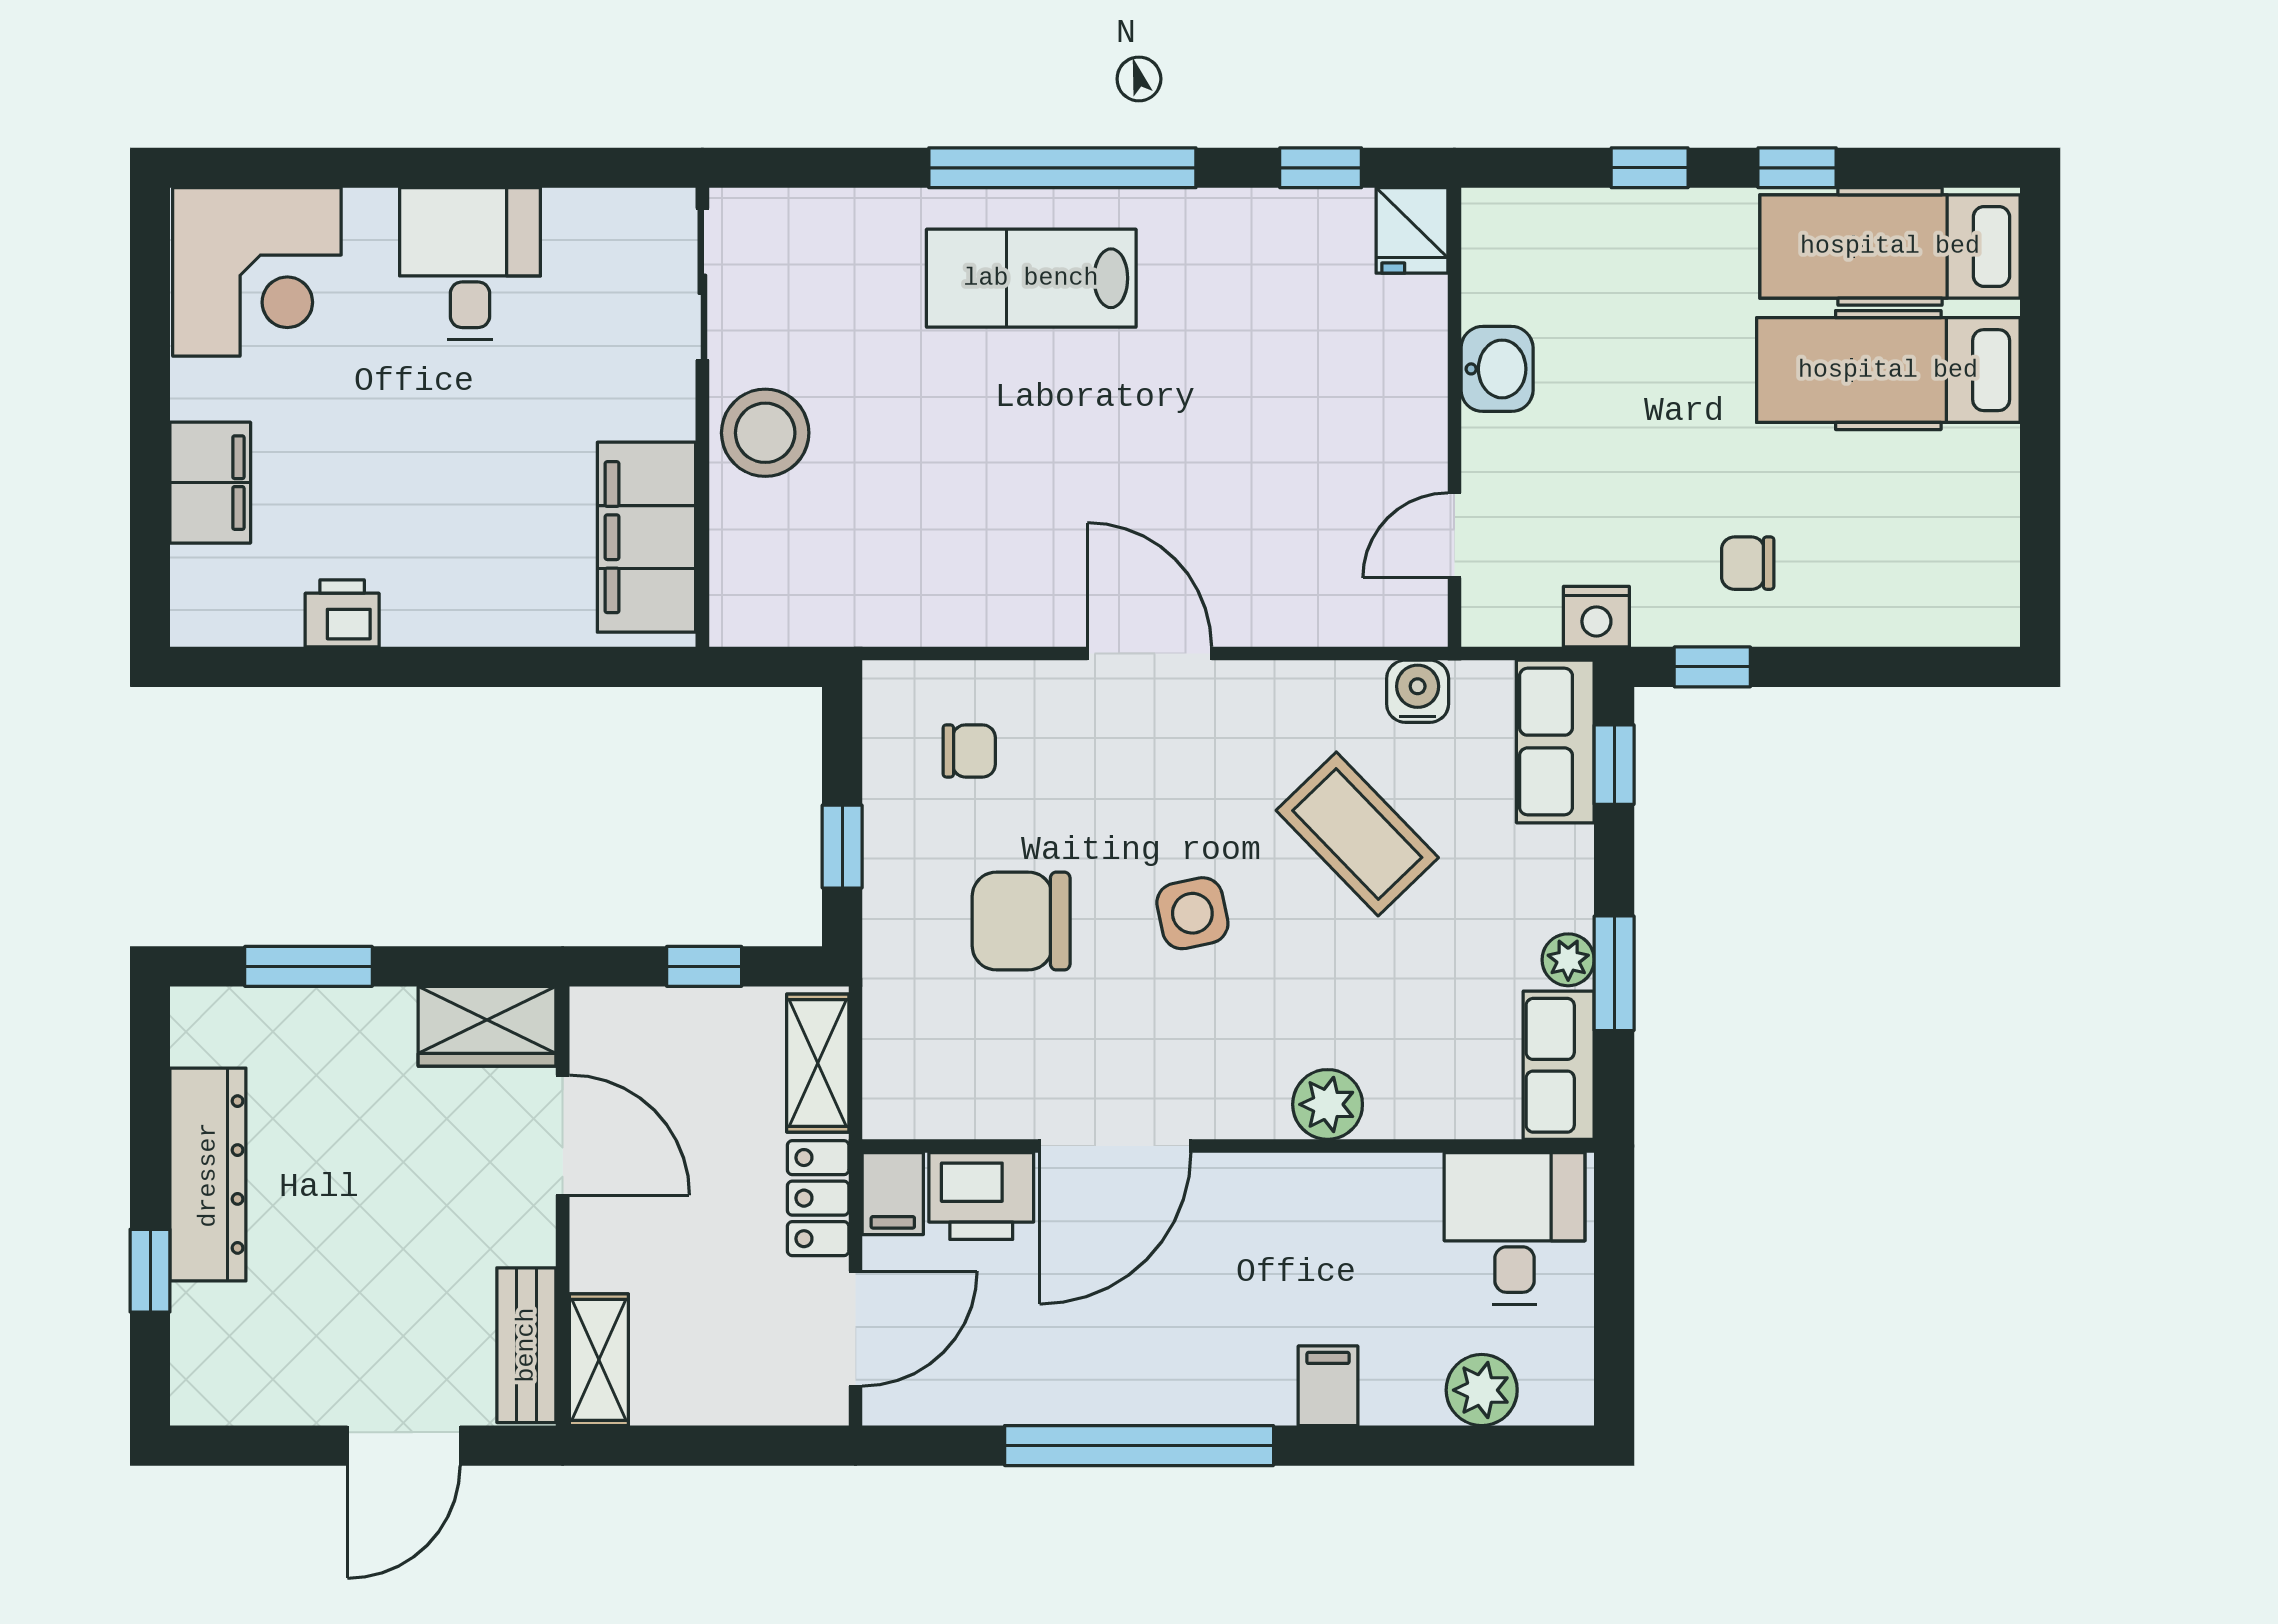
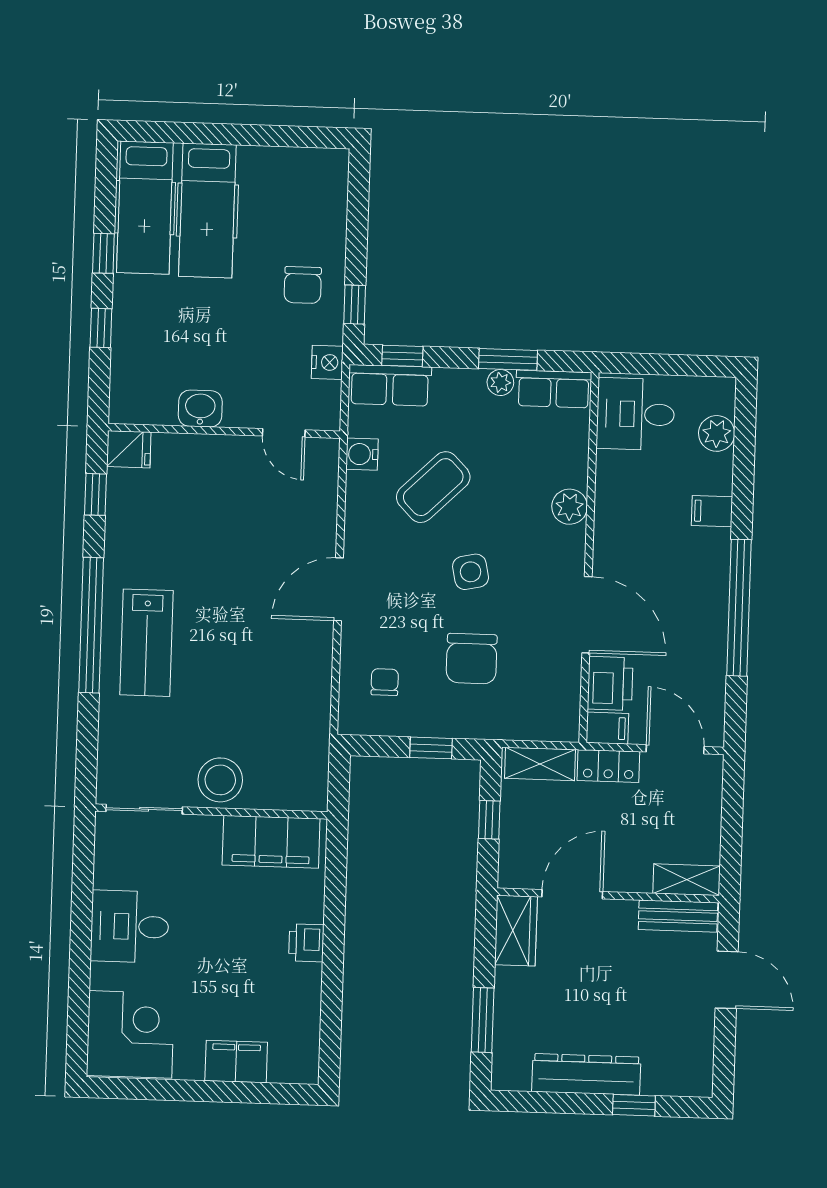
chair: (1748, 563) -> (303, 285), width x1.37, depth x1.37
printer: (342, 613) -> (306, 943), moved

